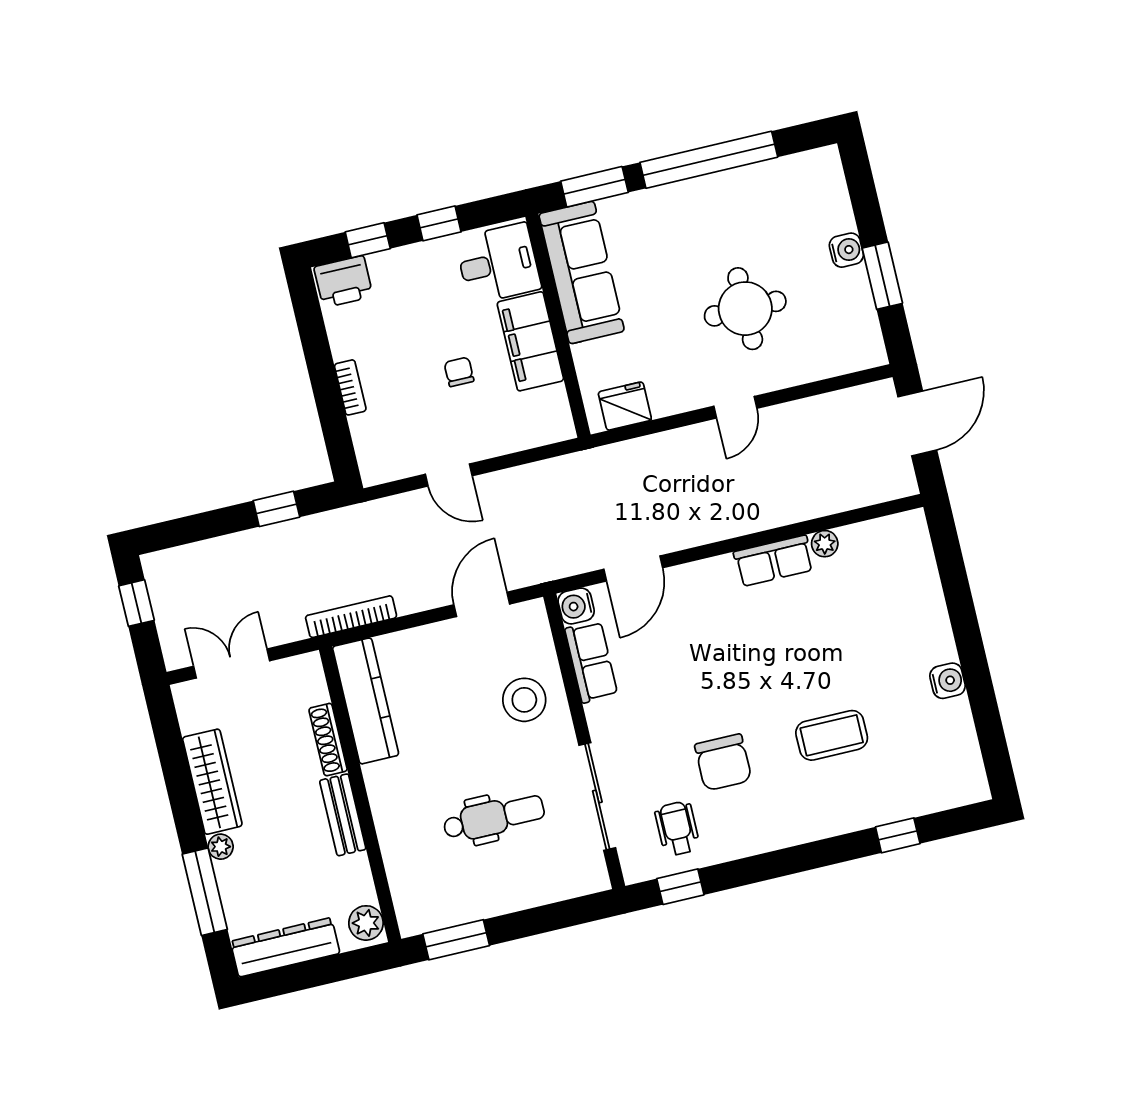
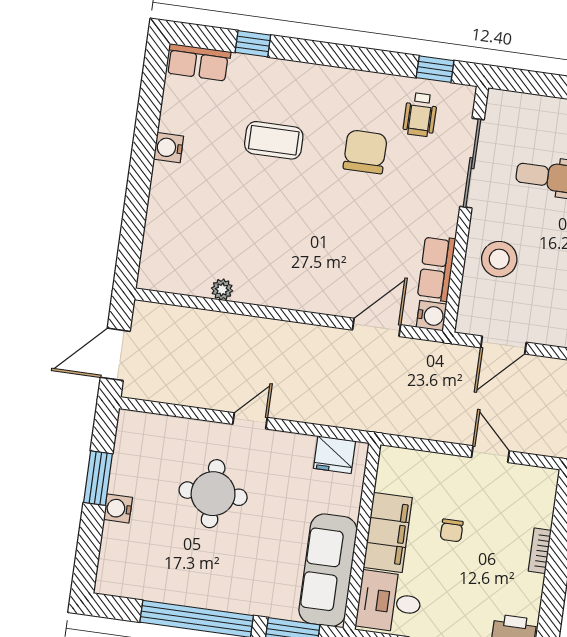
row of seats: (774, 561) -> (198, 62), moved, turned 180

